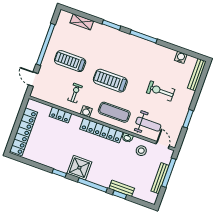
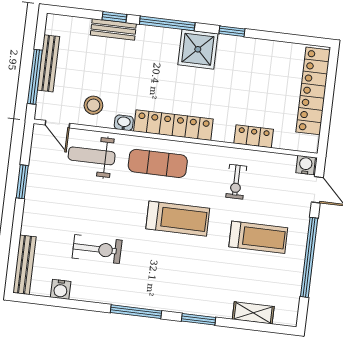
exercise bike: (161, 91) -> (97, 249), moved
water cooler: (86, 111) -> (306, 165), moved

